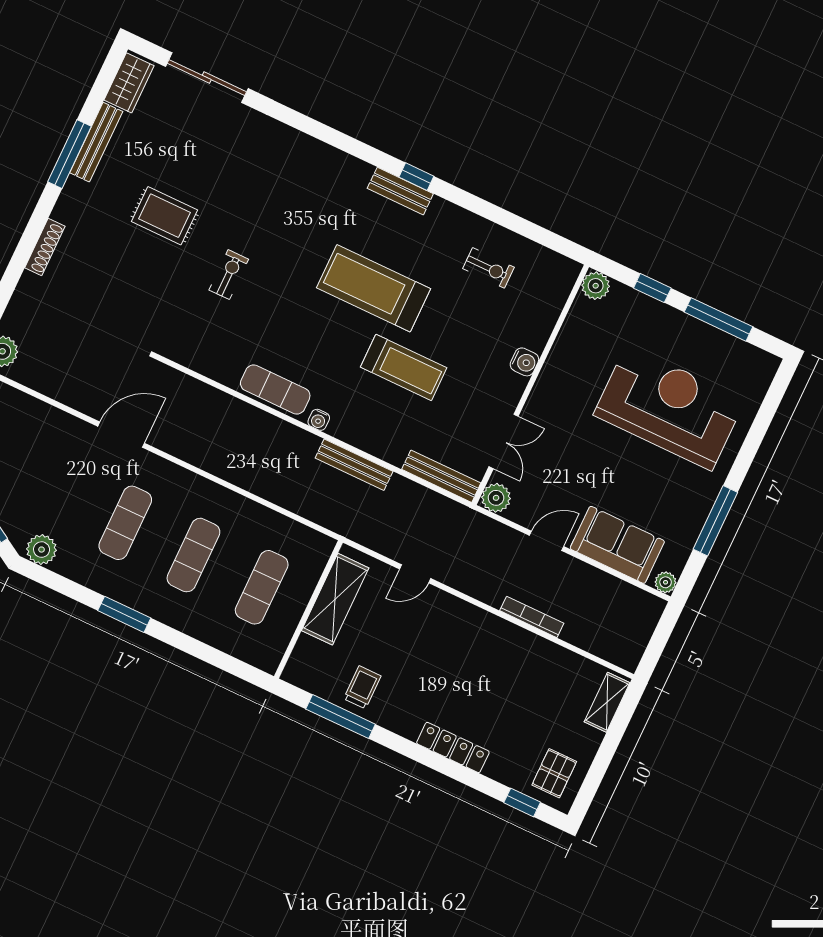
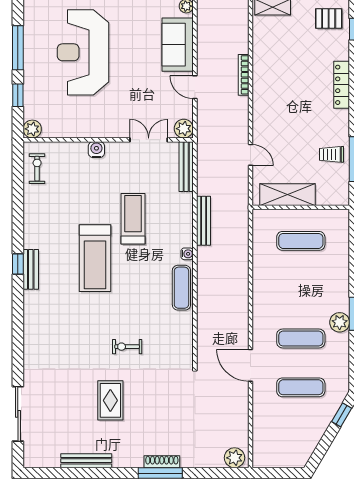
wardrobe: (129, 83) -> (43, 458), removed
window: (70, 154) -> (160, 473), moved
exercise bike: (489, 268) -> (37, 169), moved
plant: (42, 550) -> (340, 322), moved
exercise mat: (193, 555) -> (301, 387), moved

